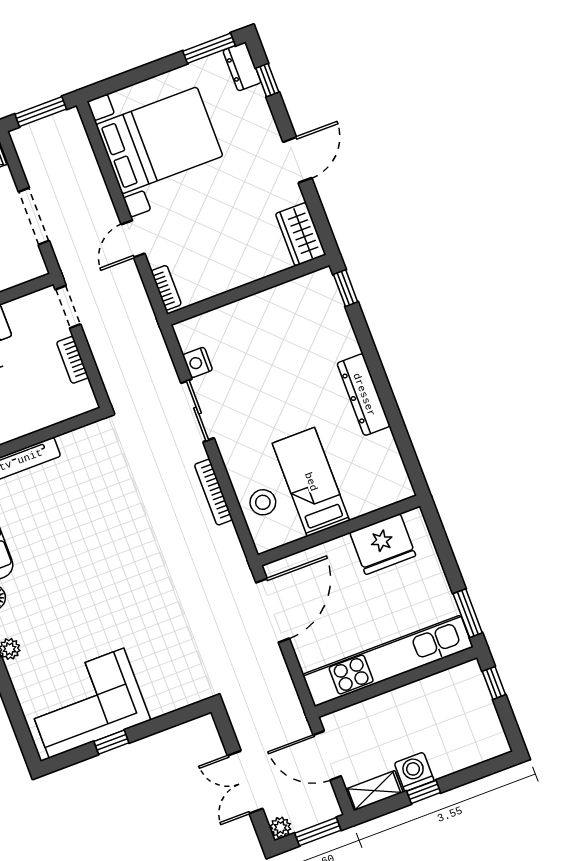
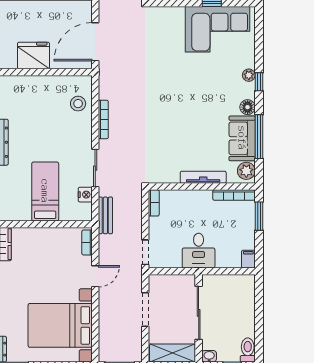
bench: (153, 342) -> (105, 215), added
bookcase: (73, 360) -> (154, 203), moved
bed: (311, 482) -> (45, 191), moved, turned 180
fridge: (383, 544) -> (33, 56), moved

